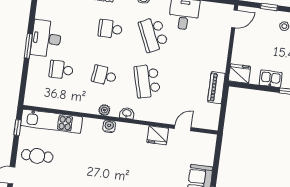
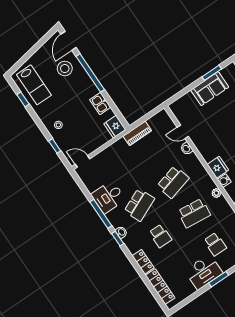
school desk: (104, 75) -> (194, 213), width x1.85
washbasin: (127, 113) -> (186, 149), moved
fridge: (158, 135) -> (218, 167), moved

